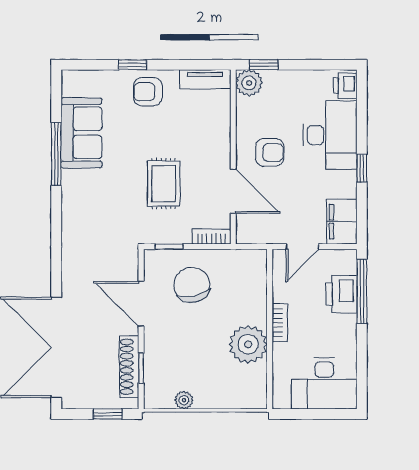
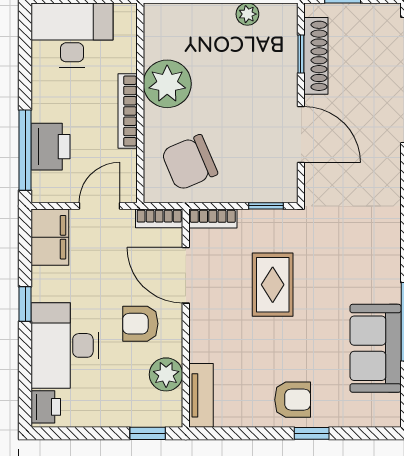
tv unit: (205, 79) -> (201, 395), moved, turned 90
plant: (249, 83) -> (166, 374), moved
bookcase: (254, 237) -> (159, 218), added
chair: (192, 285) -> (189, 163), moved, turned 79
bookcase: (280, 323) -> (128, 111), width x1.56

